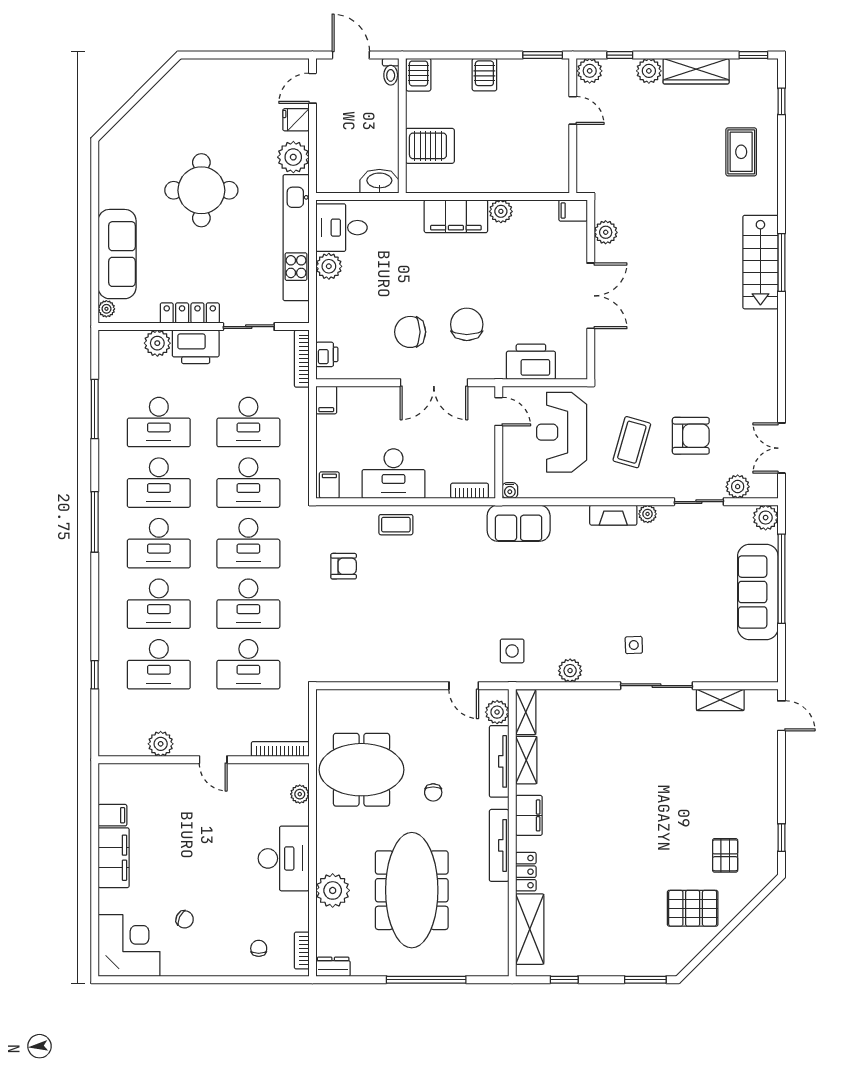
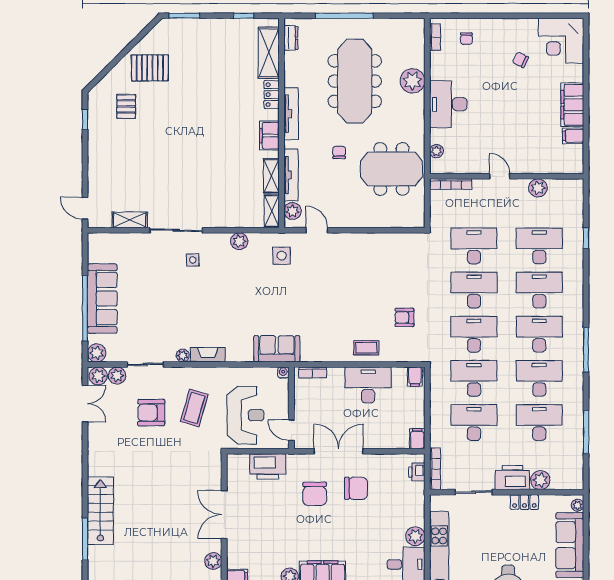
stairs: (760, 262) -> (100, 511), moved
locker: (190, 313) -> (524, 502), width x0.66
plant: (764, 486) -> (98, 376), added
dresser: (333, 967) -> (291, 38), moved, turned -90

